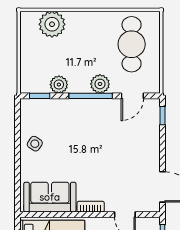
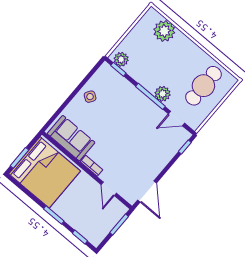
plant: (59, 85) -> (121, 59), moved

